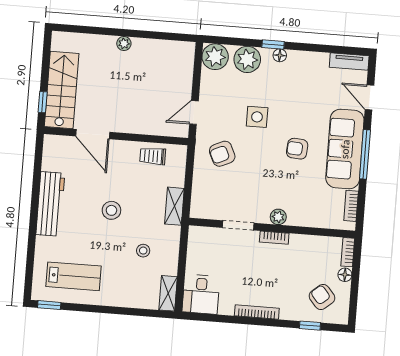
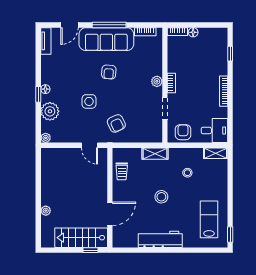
plant: (124, 44) -> (46, 211), moved
plant: (215, 57) -> (46, 138), width x0.53, depth x0.53
armchair: (322, 297) -> (183, 132), moved, turned 130

